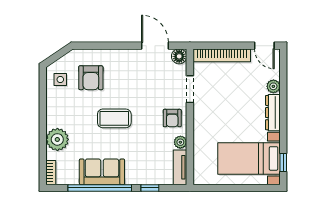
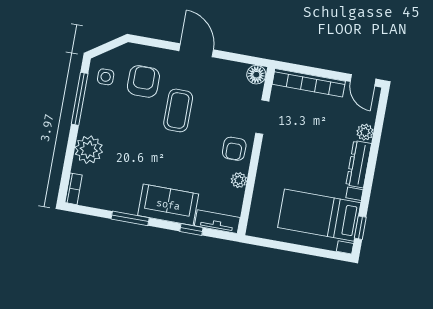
door: (155, 46) -> (196, 50), moved
armchair: (91, 78) -> (143, 81), turned 180
window: (43, 101) -> (80, 99), added
coffee table: (114, 118) -> (178, 110), moved, turned 90
tv unit: (180, 167) -> (217, 222), moved, turned 90
sofa: (102, 172) -> (168, 205), moved
window: (100, 188) -> (130, 218), width x0.47

